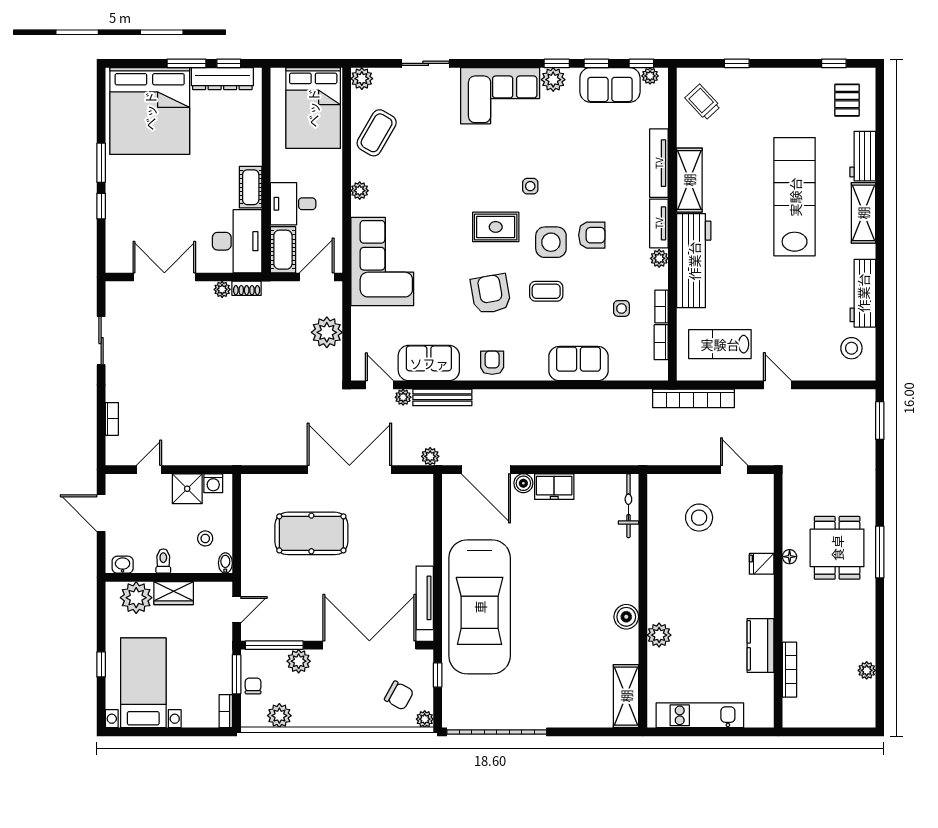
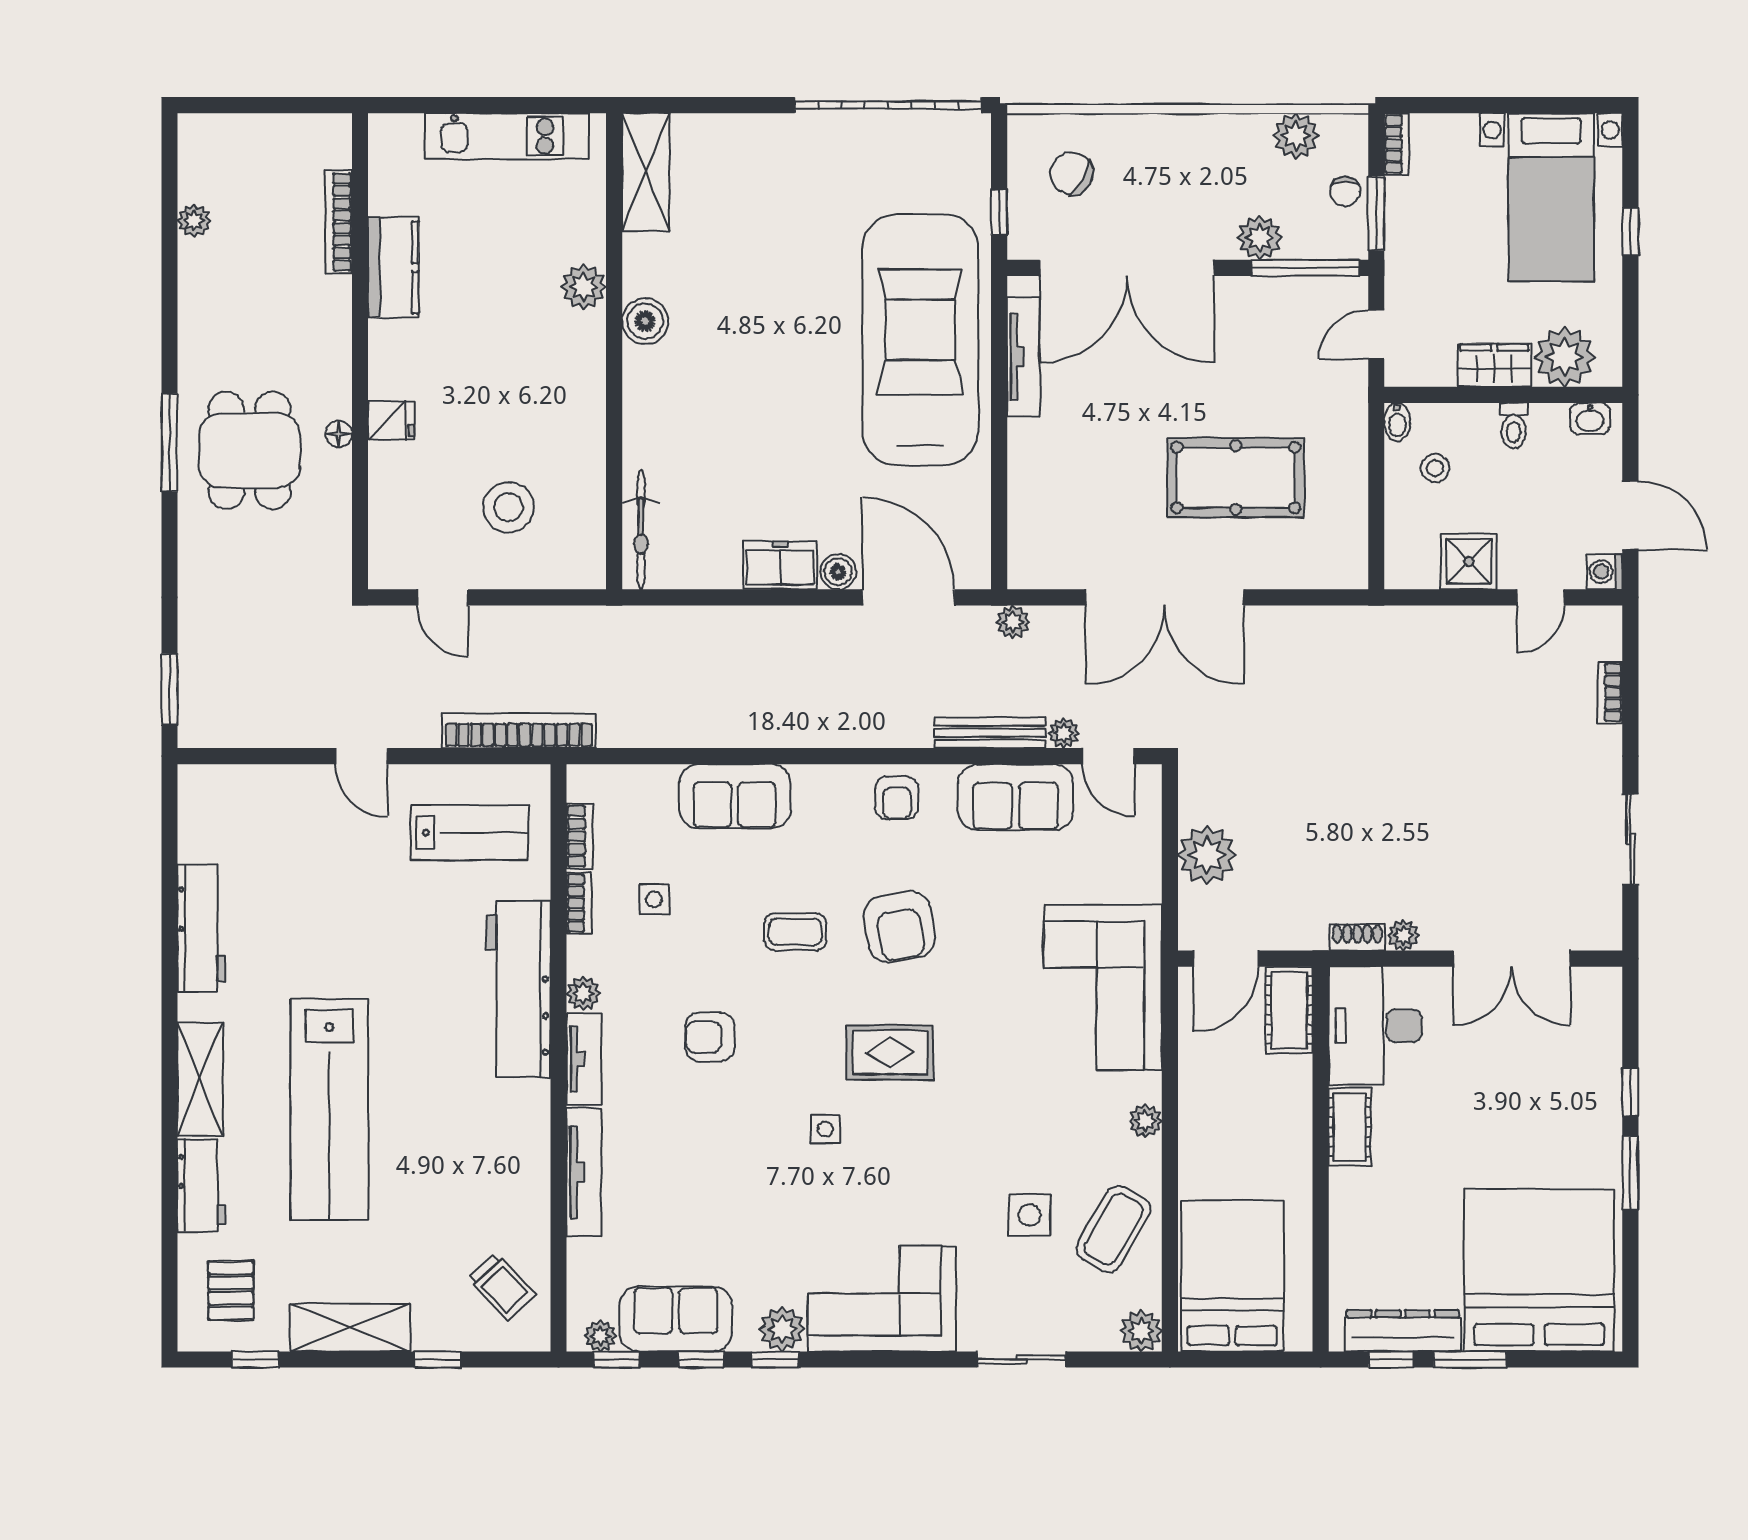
shelving: (689, 180) -> (350, 1328), moved, turned 90
desk: (293, 204) -> (1270, 1096), removed
side table: (551, 242) -> (1029, 1215), moved, width x0.73, depth x0.73
stool: (851, 348) -> (223, 825), removed
washing machine: (213, 483) -> (1605, 572), moved, turned -90
plant: (425, 719) -> (1023, 129), removed

